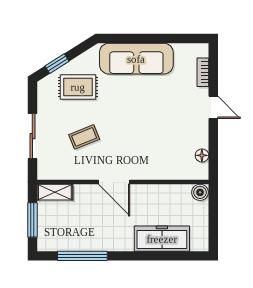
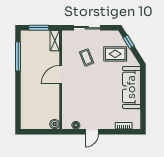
rug: (78, 87) -> (115, 54), turned 90
door: (213, 107) -> (92, 132), moved
freezer: (162, 239) -> (28, 102), removed

